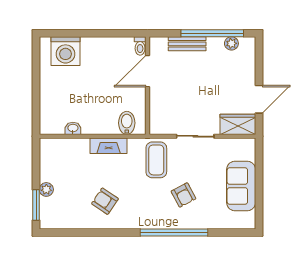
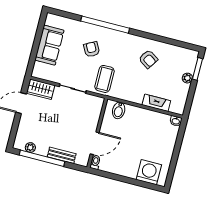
washbasin: (73, 128) -> (176, 121), moved
fireplace: (109, 146) -> (156, 103), moved

